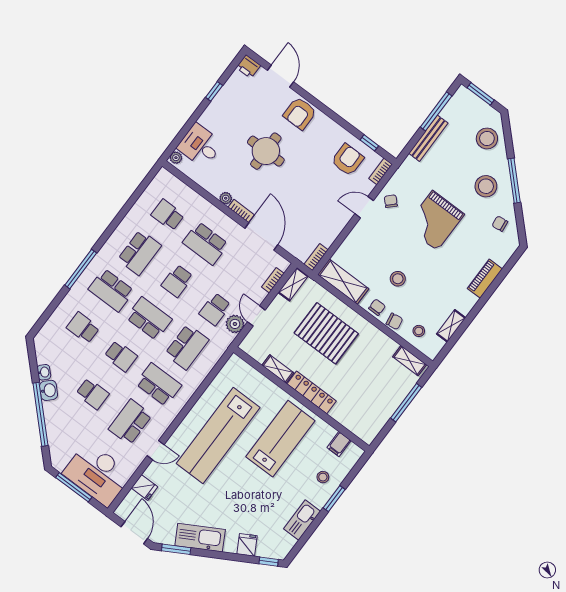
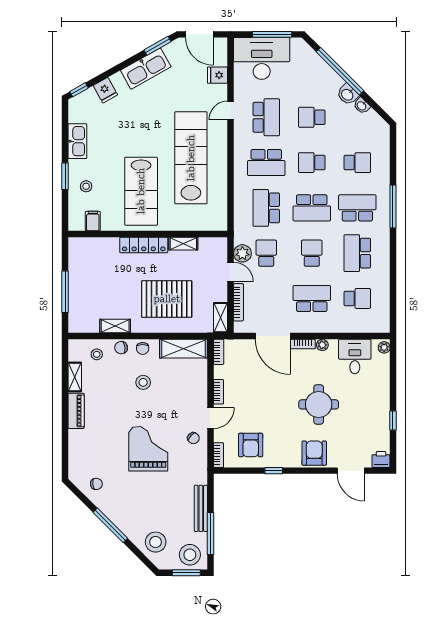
window: (369, 143) -> (274, 471), moved
desk: (200, 146) -> (355, 356), moved, turned -90
stool: (486, 186) -> (190, 555), moved
bookcase: (341, 224) -> (218, 392), added
piano: (485, 279) -> (76, 411), moved
bookcase: (273, 280) -> (238, 302), width x1.56
shelving: (410, 361) -> (115, 326), moved

